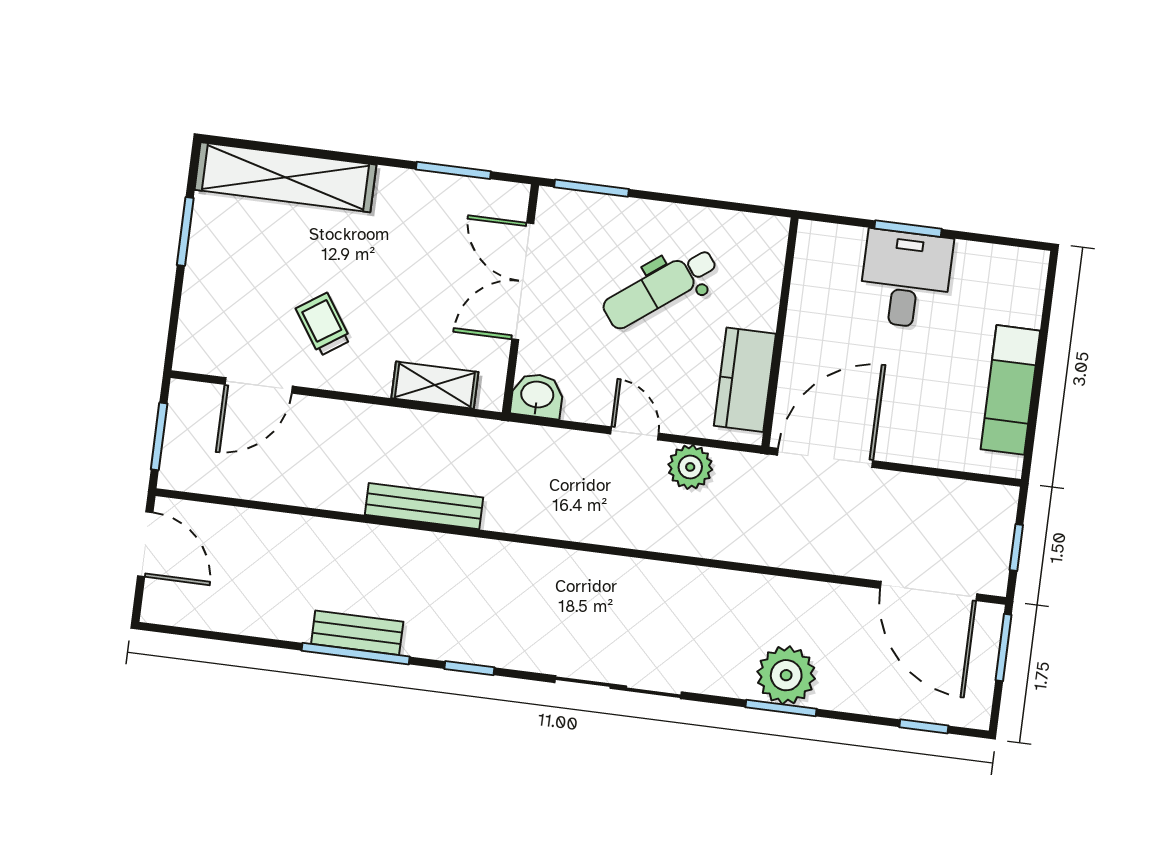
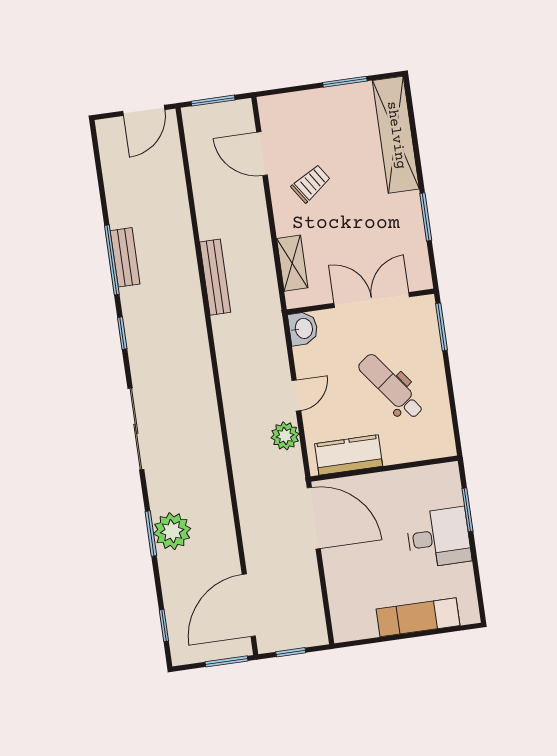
window: (453, 170) -> (426, 217), moved
window: (908, 229) -> (467, 510), moved
exam couch: (1010, 390) -> (418, 617), moved

